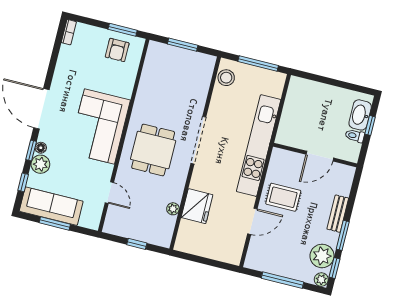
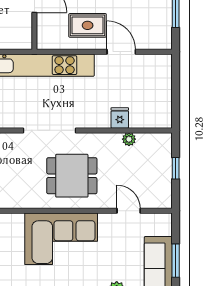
door: (109, 193) -> (129, 211), hinge flipped
rug: (283, 197) -> (88, 25), turned 90
fridge: (197, 206) -> (120, 118), width x0.53, depth x0.75

